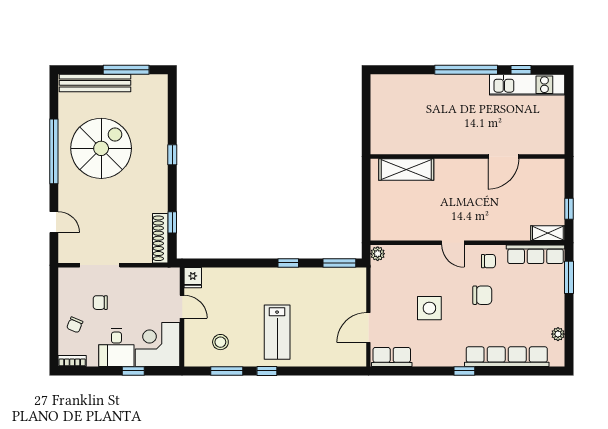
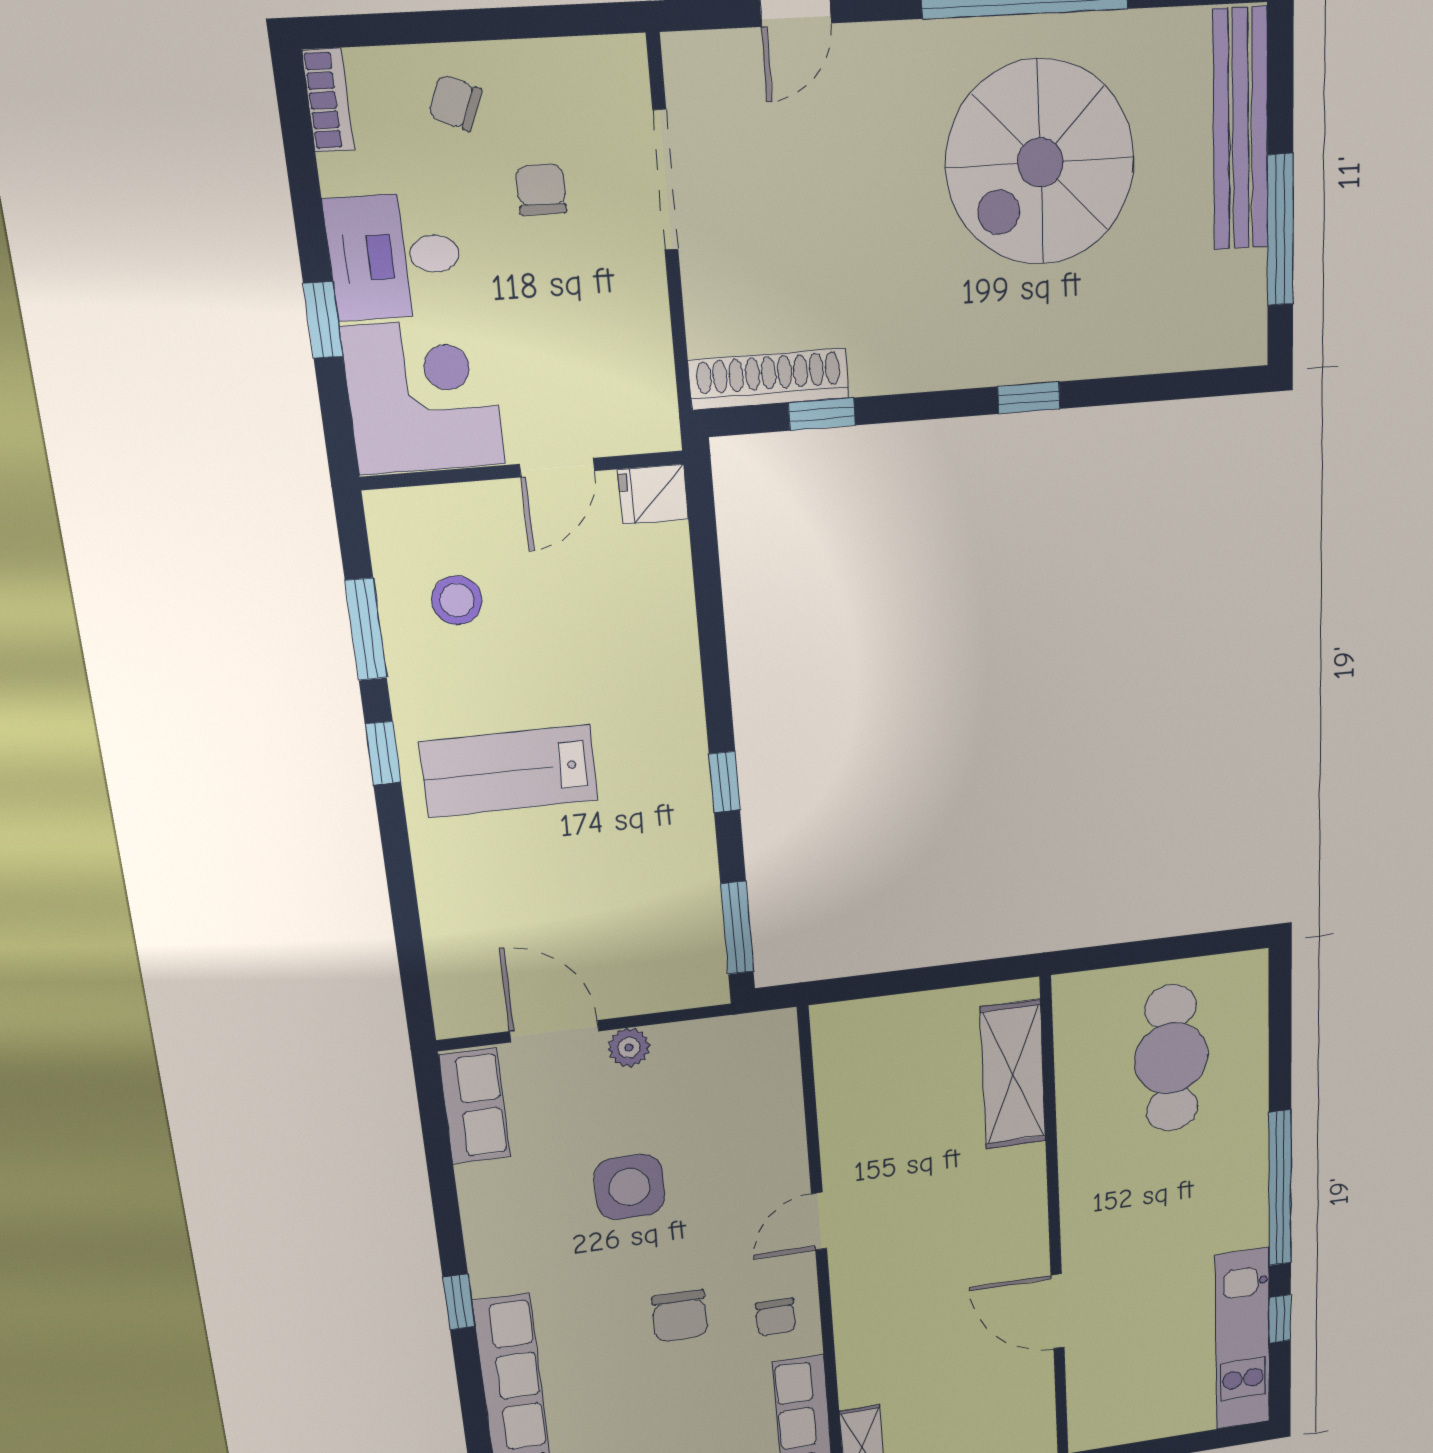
cafe table: (408, 111) -> (1171, 1058), added
spiral stairs: (101, 148) -> (1040, 162), turned 90
plant: (378, 254) -> (629, 1047), moved

